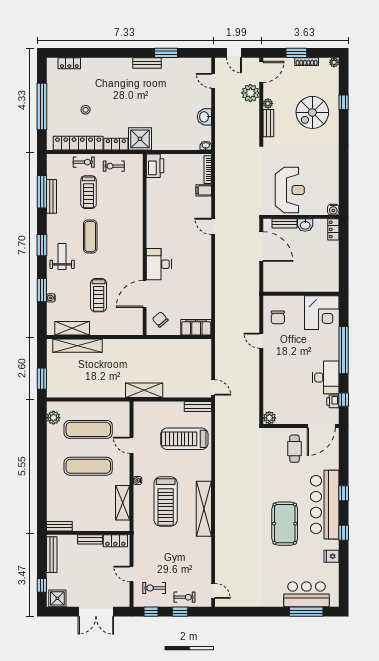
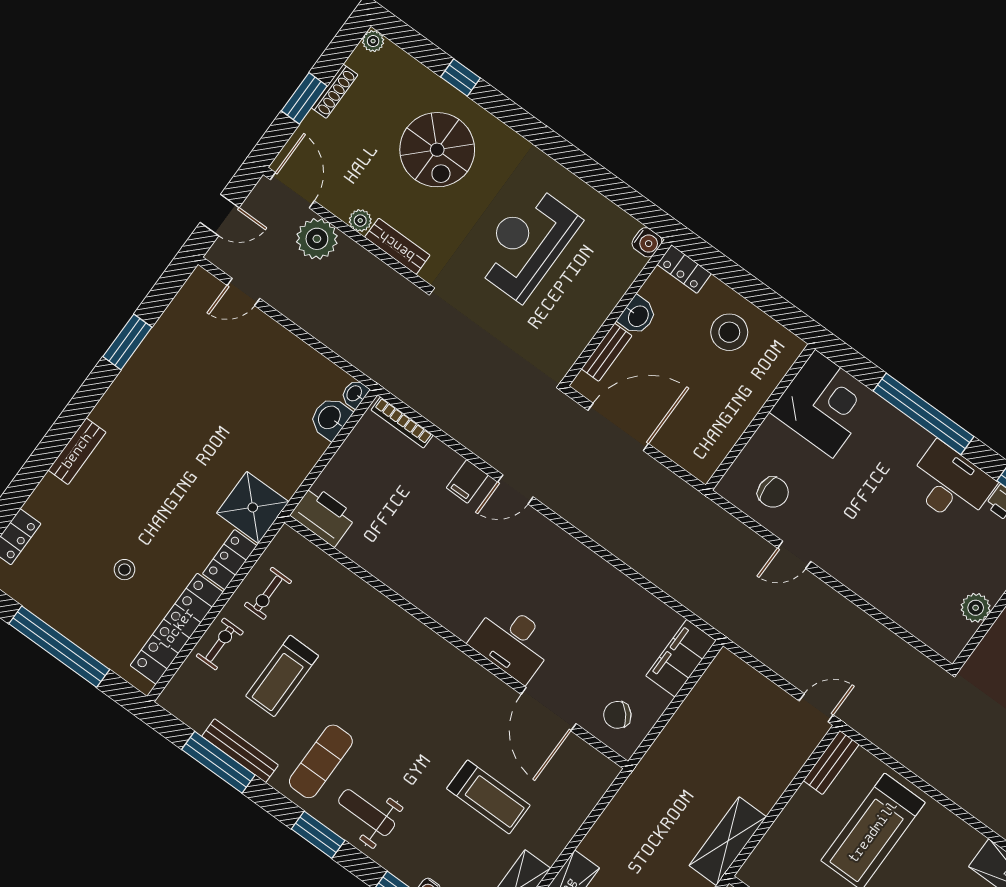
bench: (147, 63) -> (77, 451), moved
washbasin: (204, 117) -> (330, 418), moved, turned 90
filing cabinet: (204, 190) -> (467, 481), moved
reception desk: (290, 190) -> (527, 243), moved, turned -90
treadmill: (88, 192) -> (282, 676), turned 90
exercise mat: (90, 237) -> (321, 761), moved, turned 90
stool: (323, 261) -> (729, 332), added
plant: (269, 418) -> (976, 608), moved

